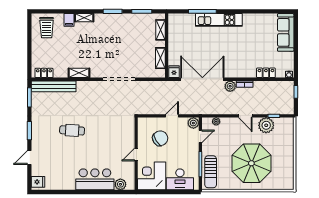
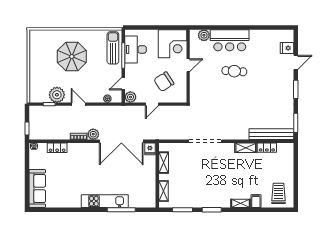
locker: (44, 73) -> (267, 148), moved
cafe table: (72, 130) -> (234, 71), moved
parasol: (251, 163) -> (72, 56), width x0.73, depth x0.73
desk: (180, 179) -> (135, 49), moved, turned -90
fridge: (38, 182) -> (287, 48), moved

